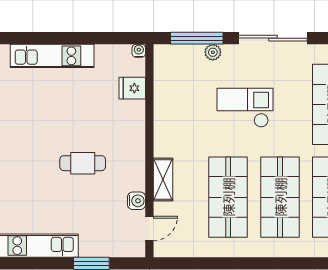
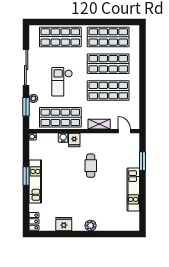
window: (63, 38) -> (26, 176), added
window: (197, 38) -> (26, 107), width x0.69
fridge: (132, 88) -> (74, 140), moved
shop shelf: (176, 104) -> (60, 117), added
water cooler: (137, 201) -> (63, 138), moved

